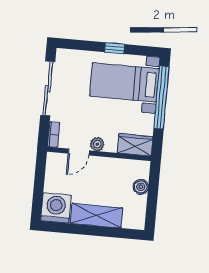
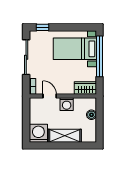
window: (115, 48) -> (42, 27), moved
plant: (97, 144) -> (61, 90), removed
door: (79, 152) -> (50, 96), swing flipped
washing machine: (104, 167) -> (67, 104), added

